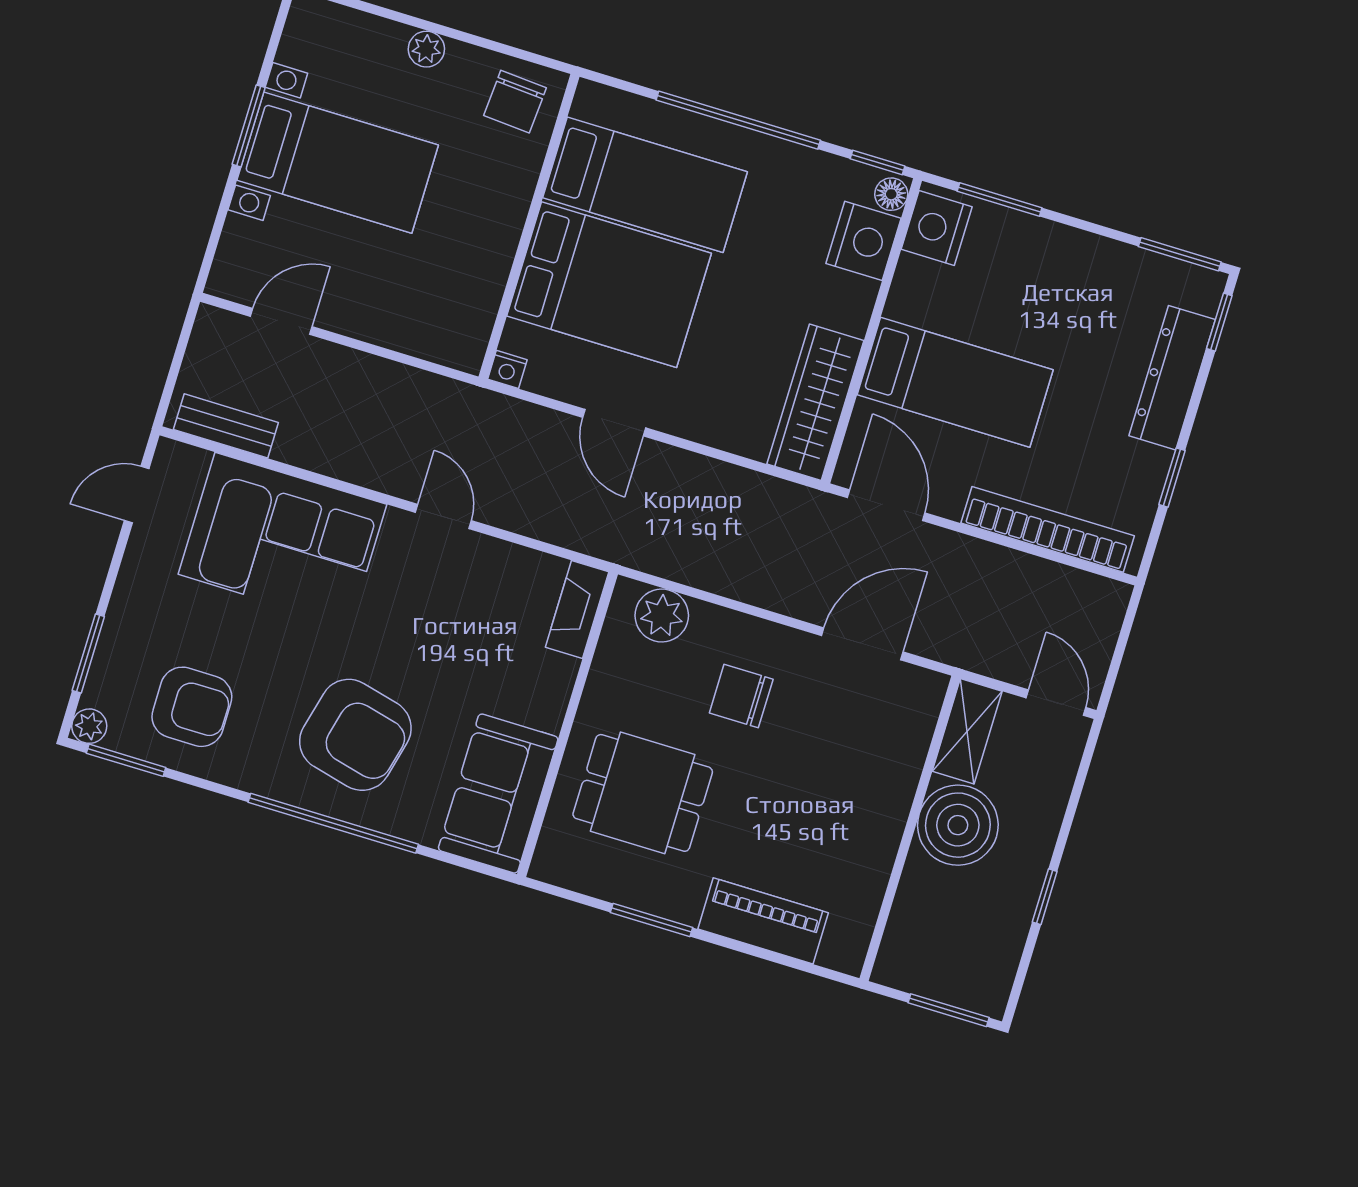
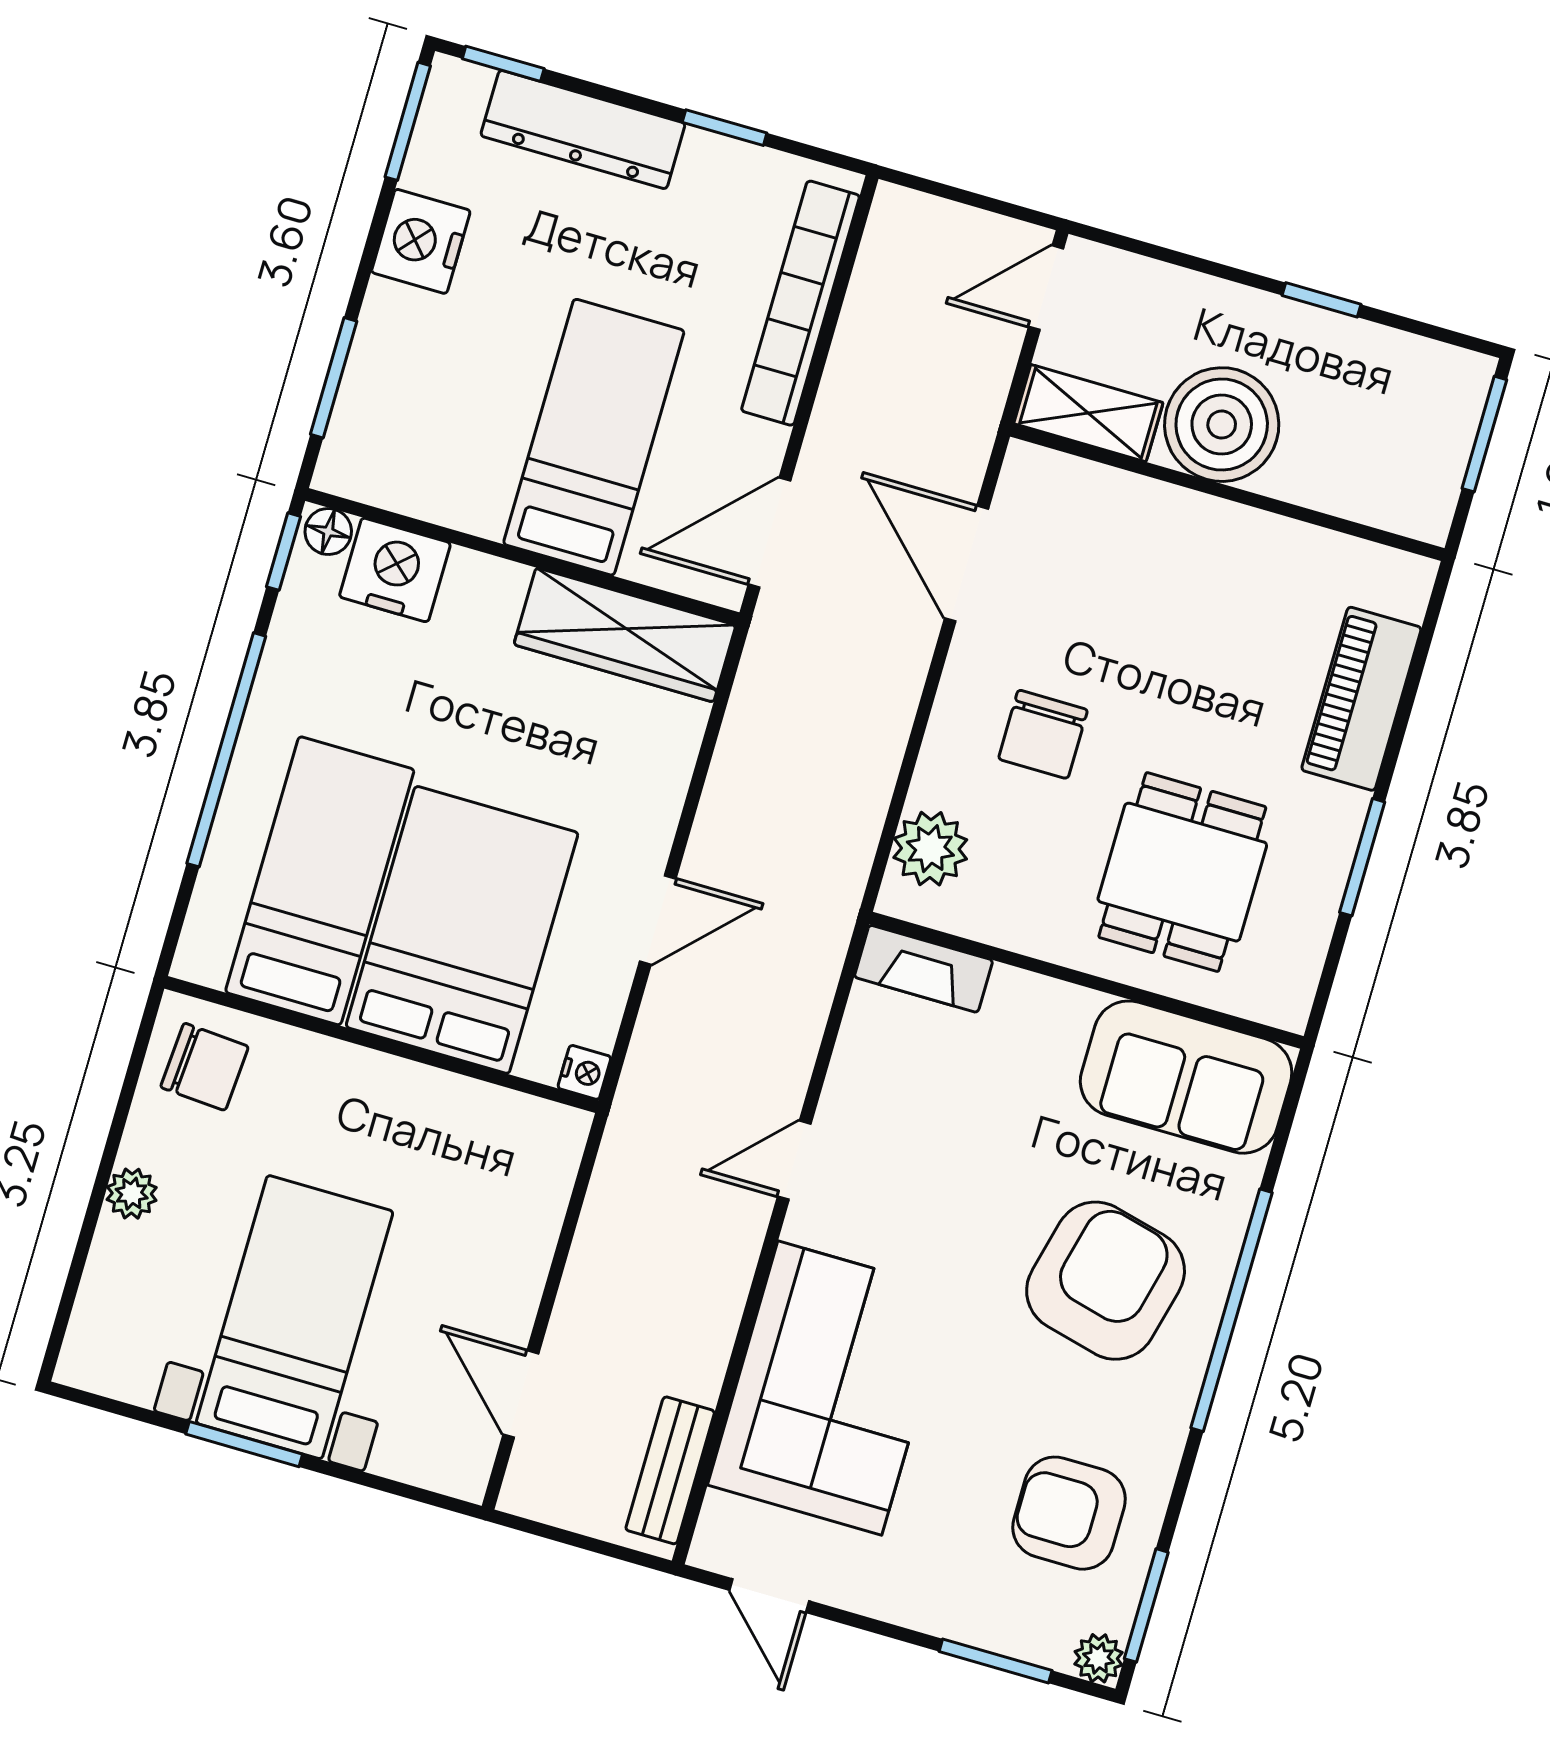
nightstand: (937, 228) -> (421, 241), moved, turned 90
armchair: (192, 707) -> (1069, 1513), turned -90

